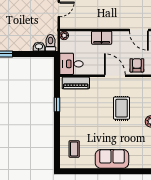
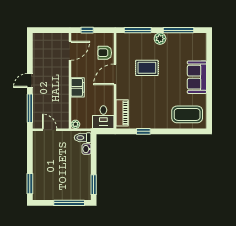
coffee table: (74, 149) -> (187, 114), width x1.86, depth x1.72

